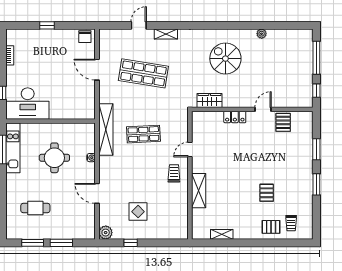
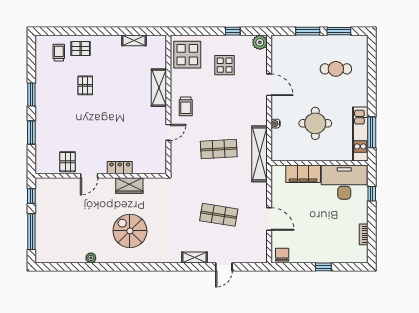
spiral stairs: (225, 59) -> (130, 231), turned 180
shop shelf: (143, 73) -> (219, 215), width x0.70, depth x0.74
wardrobe: (210, 100) -> (129, 185), moved
filing cabinet: (66, 111) -> (303, 174), added
display table: (172, 221) -> (187, 55), added

